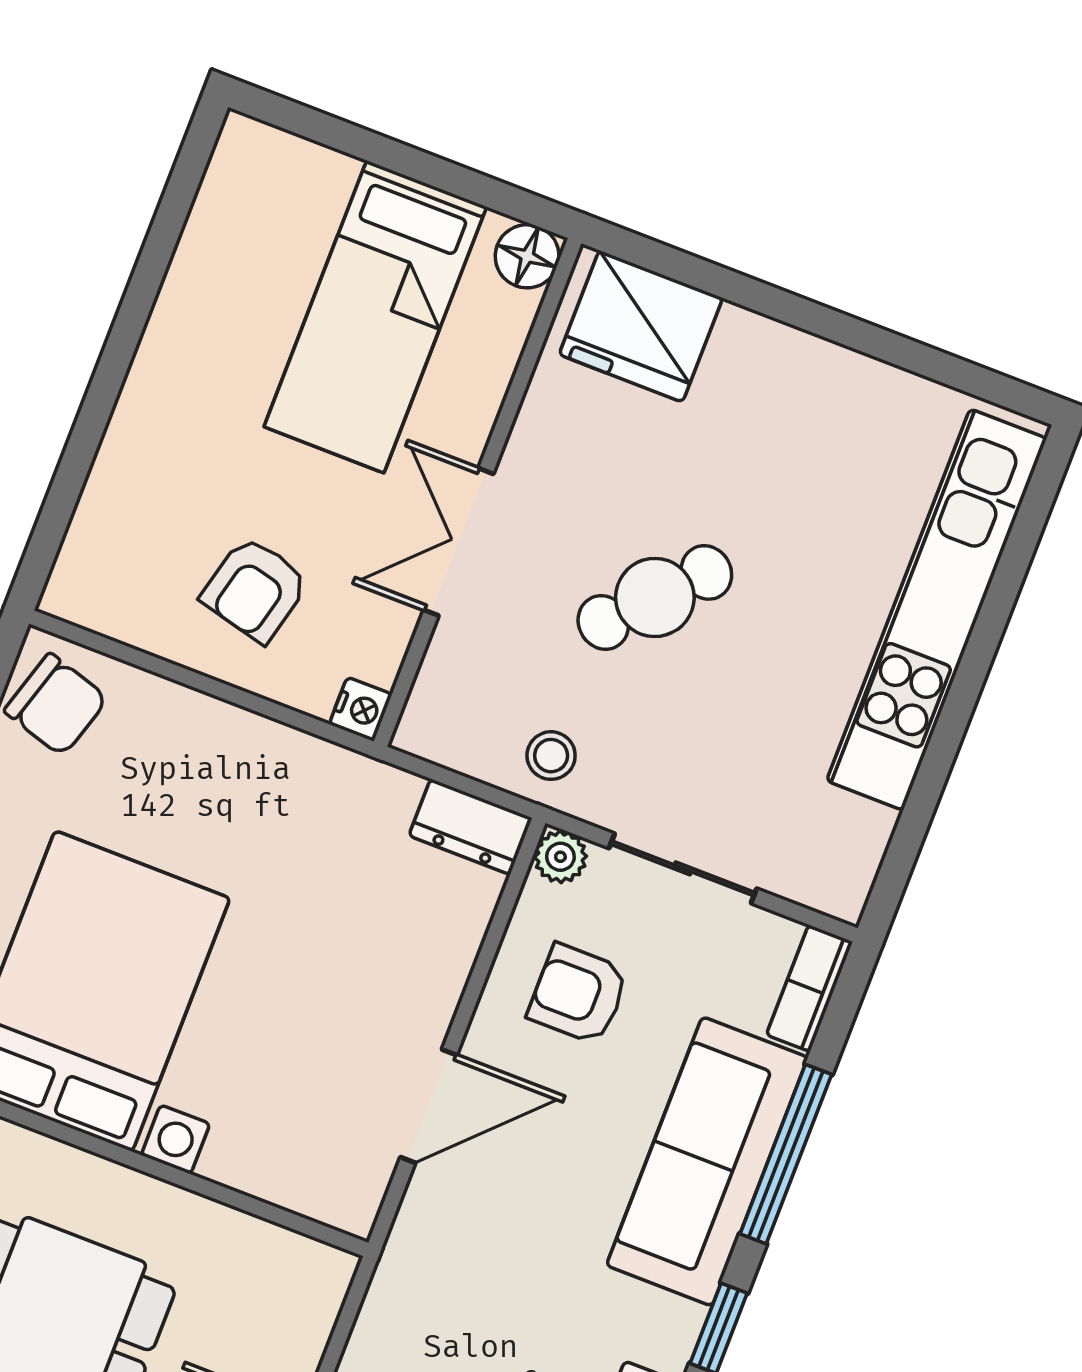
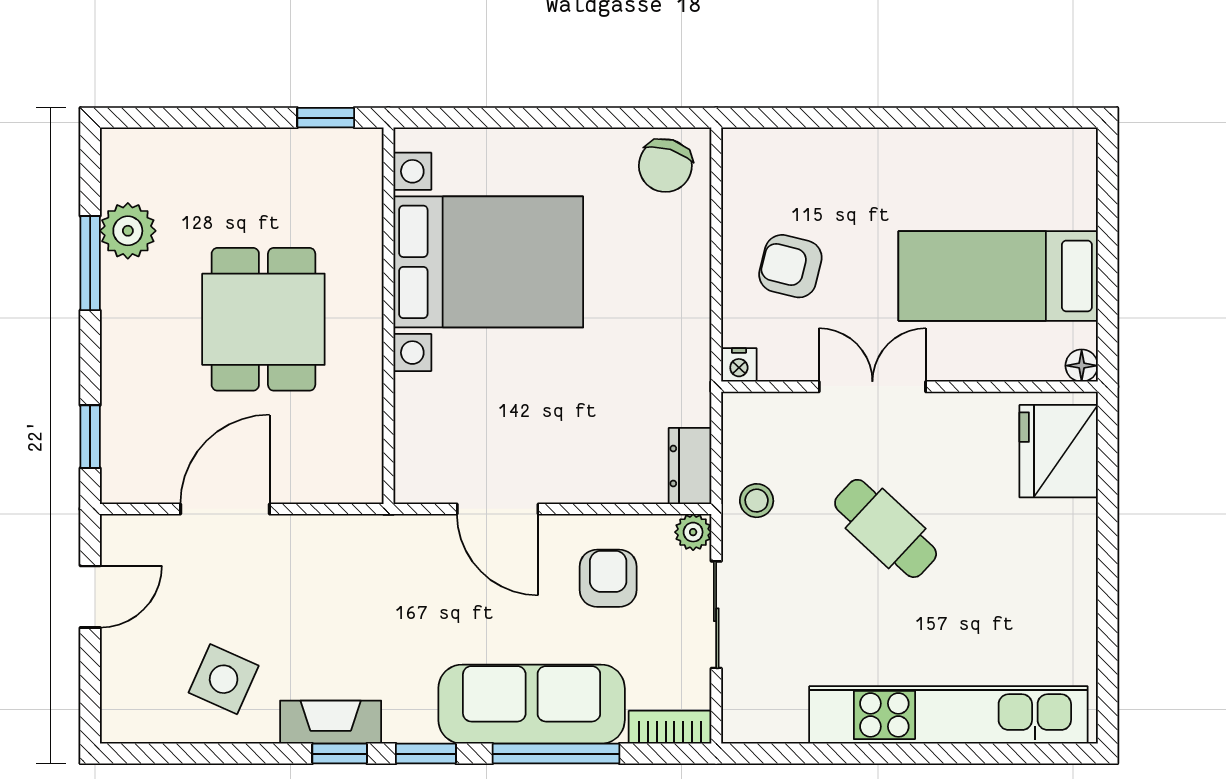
floor lamp: (527, 256) -> (1082, 366), width x0.73, depth x0.73

